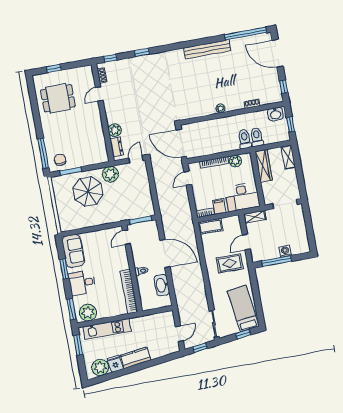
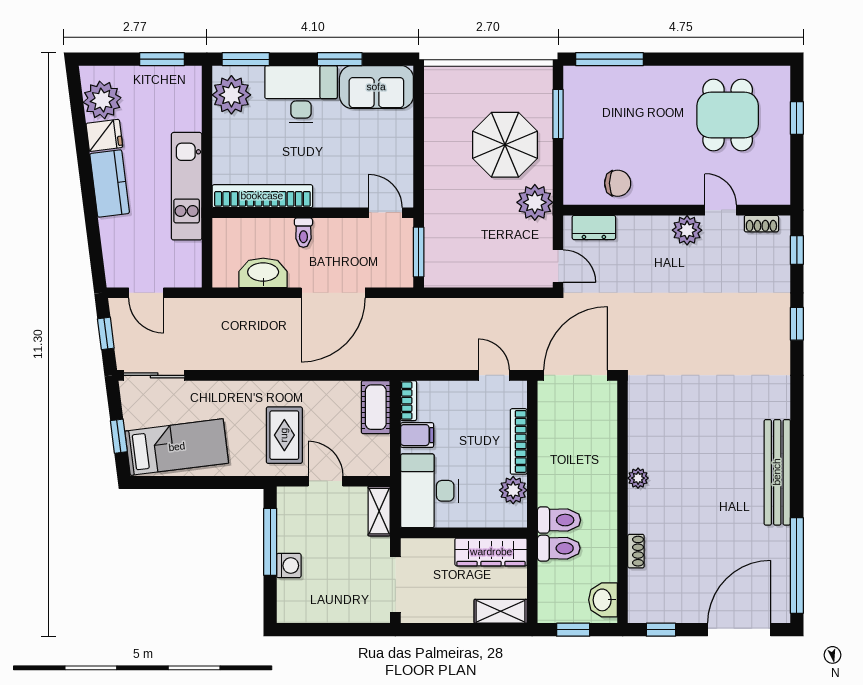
plant: (115, 130) -> (687, 230), moved
chair: (60, 160) -> (618, 183), moved
desk: (82, 283) -> (301, 94), width x1.37
kitchen unit: (107, 329) -> (187, 186), moved

